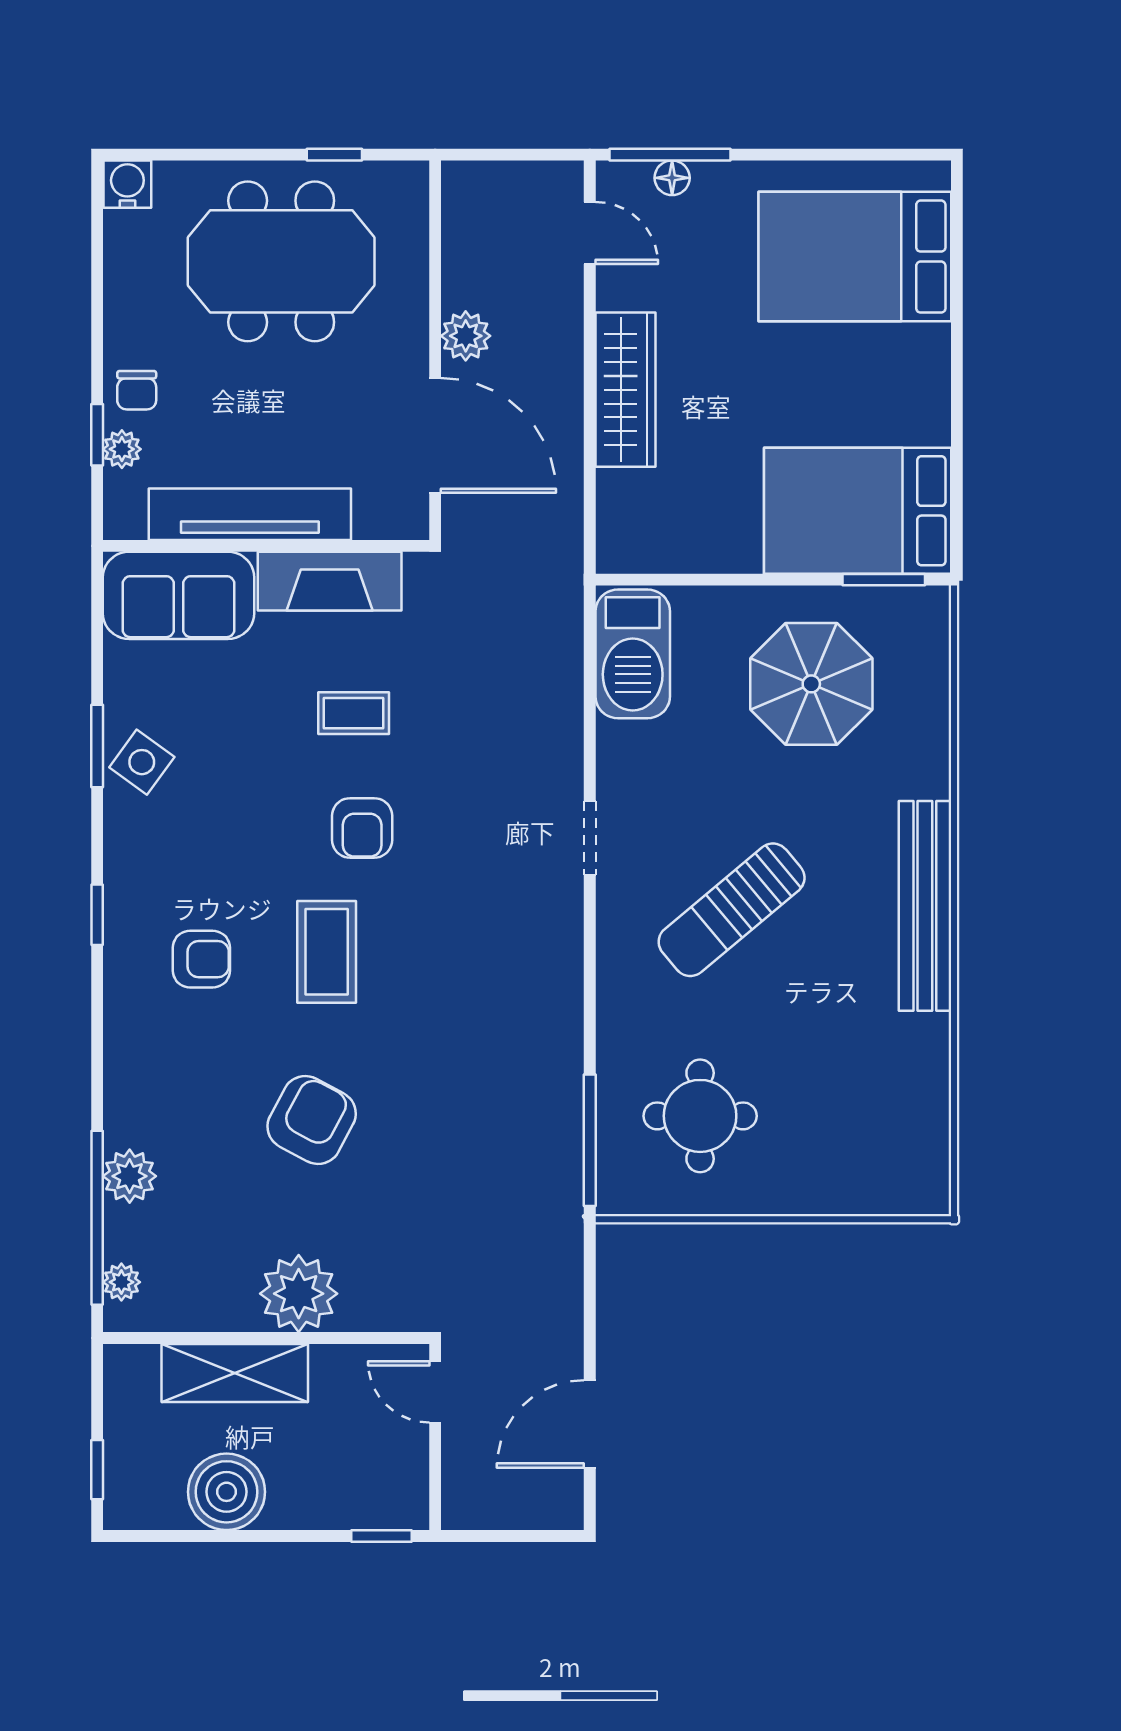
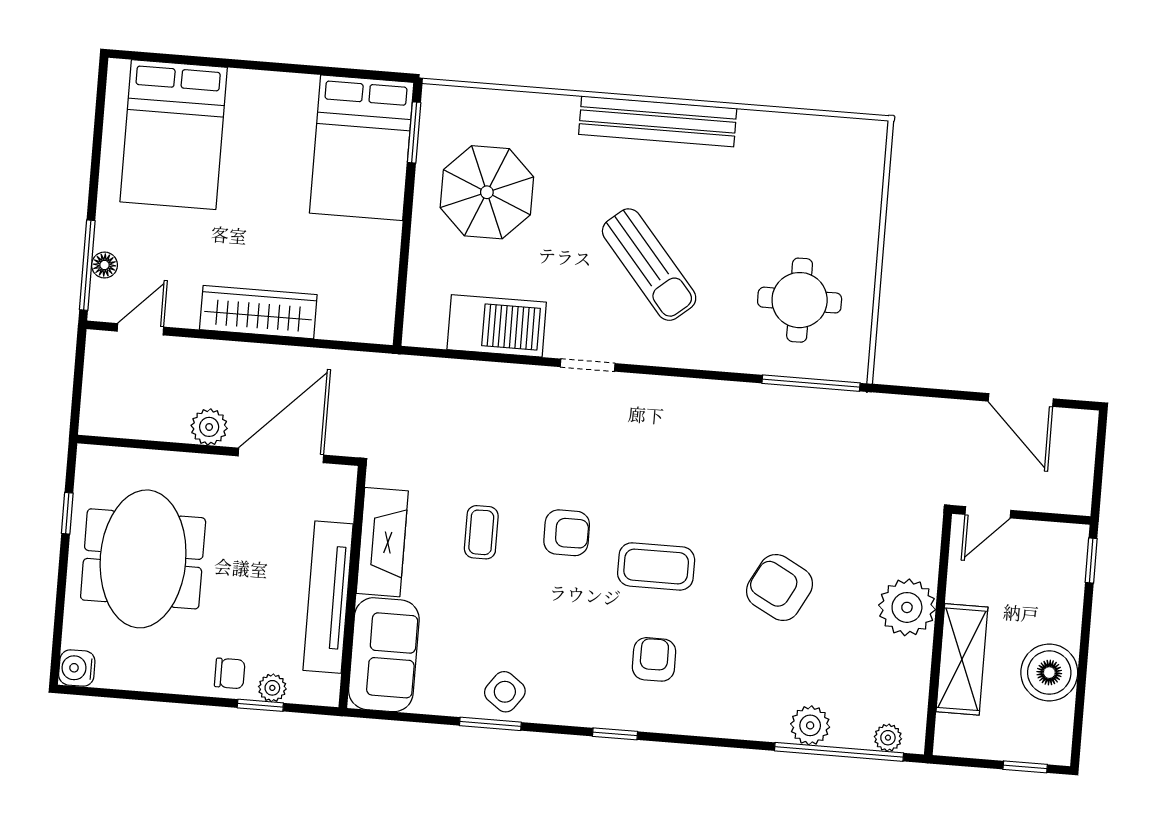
barbecue: (633, 654) -> (497, 326), moved

